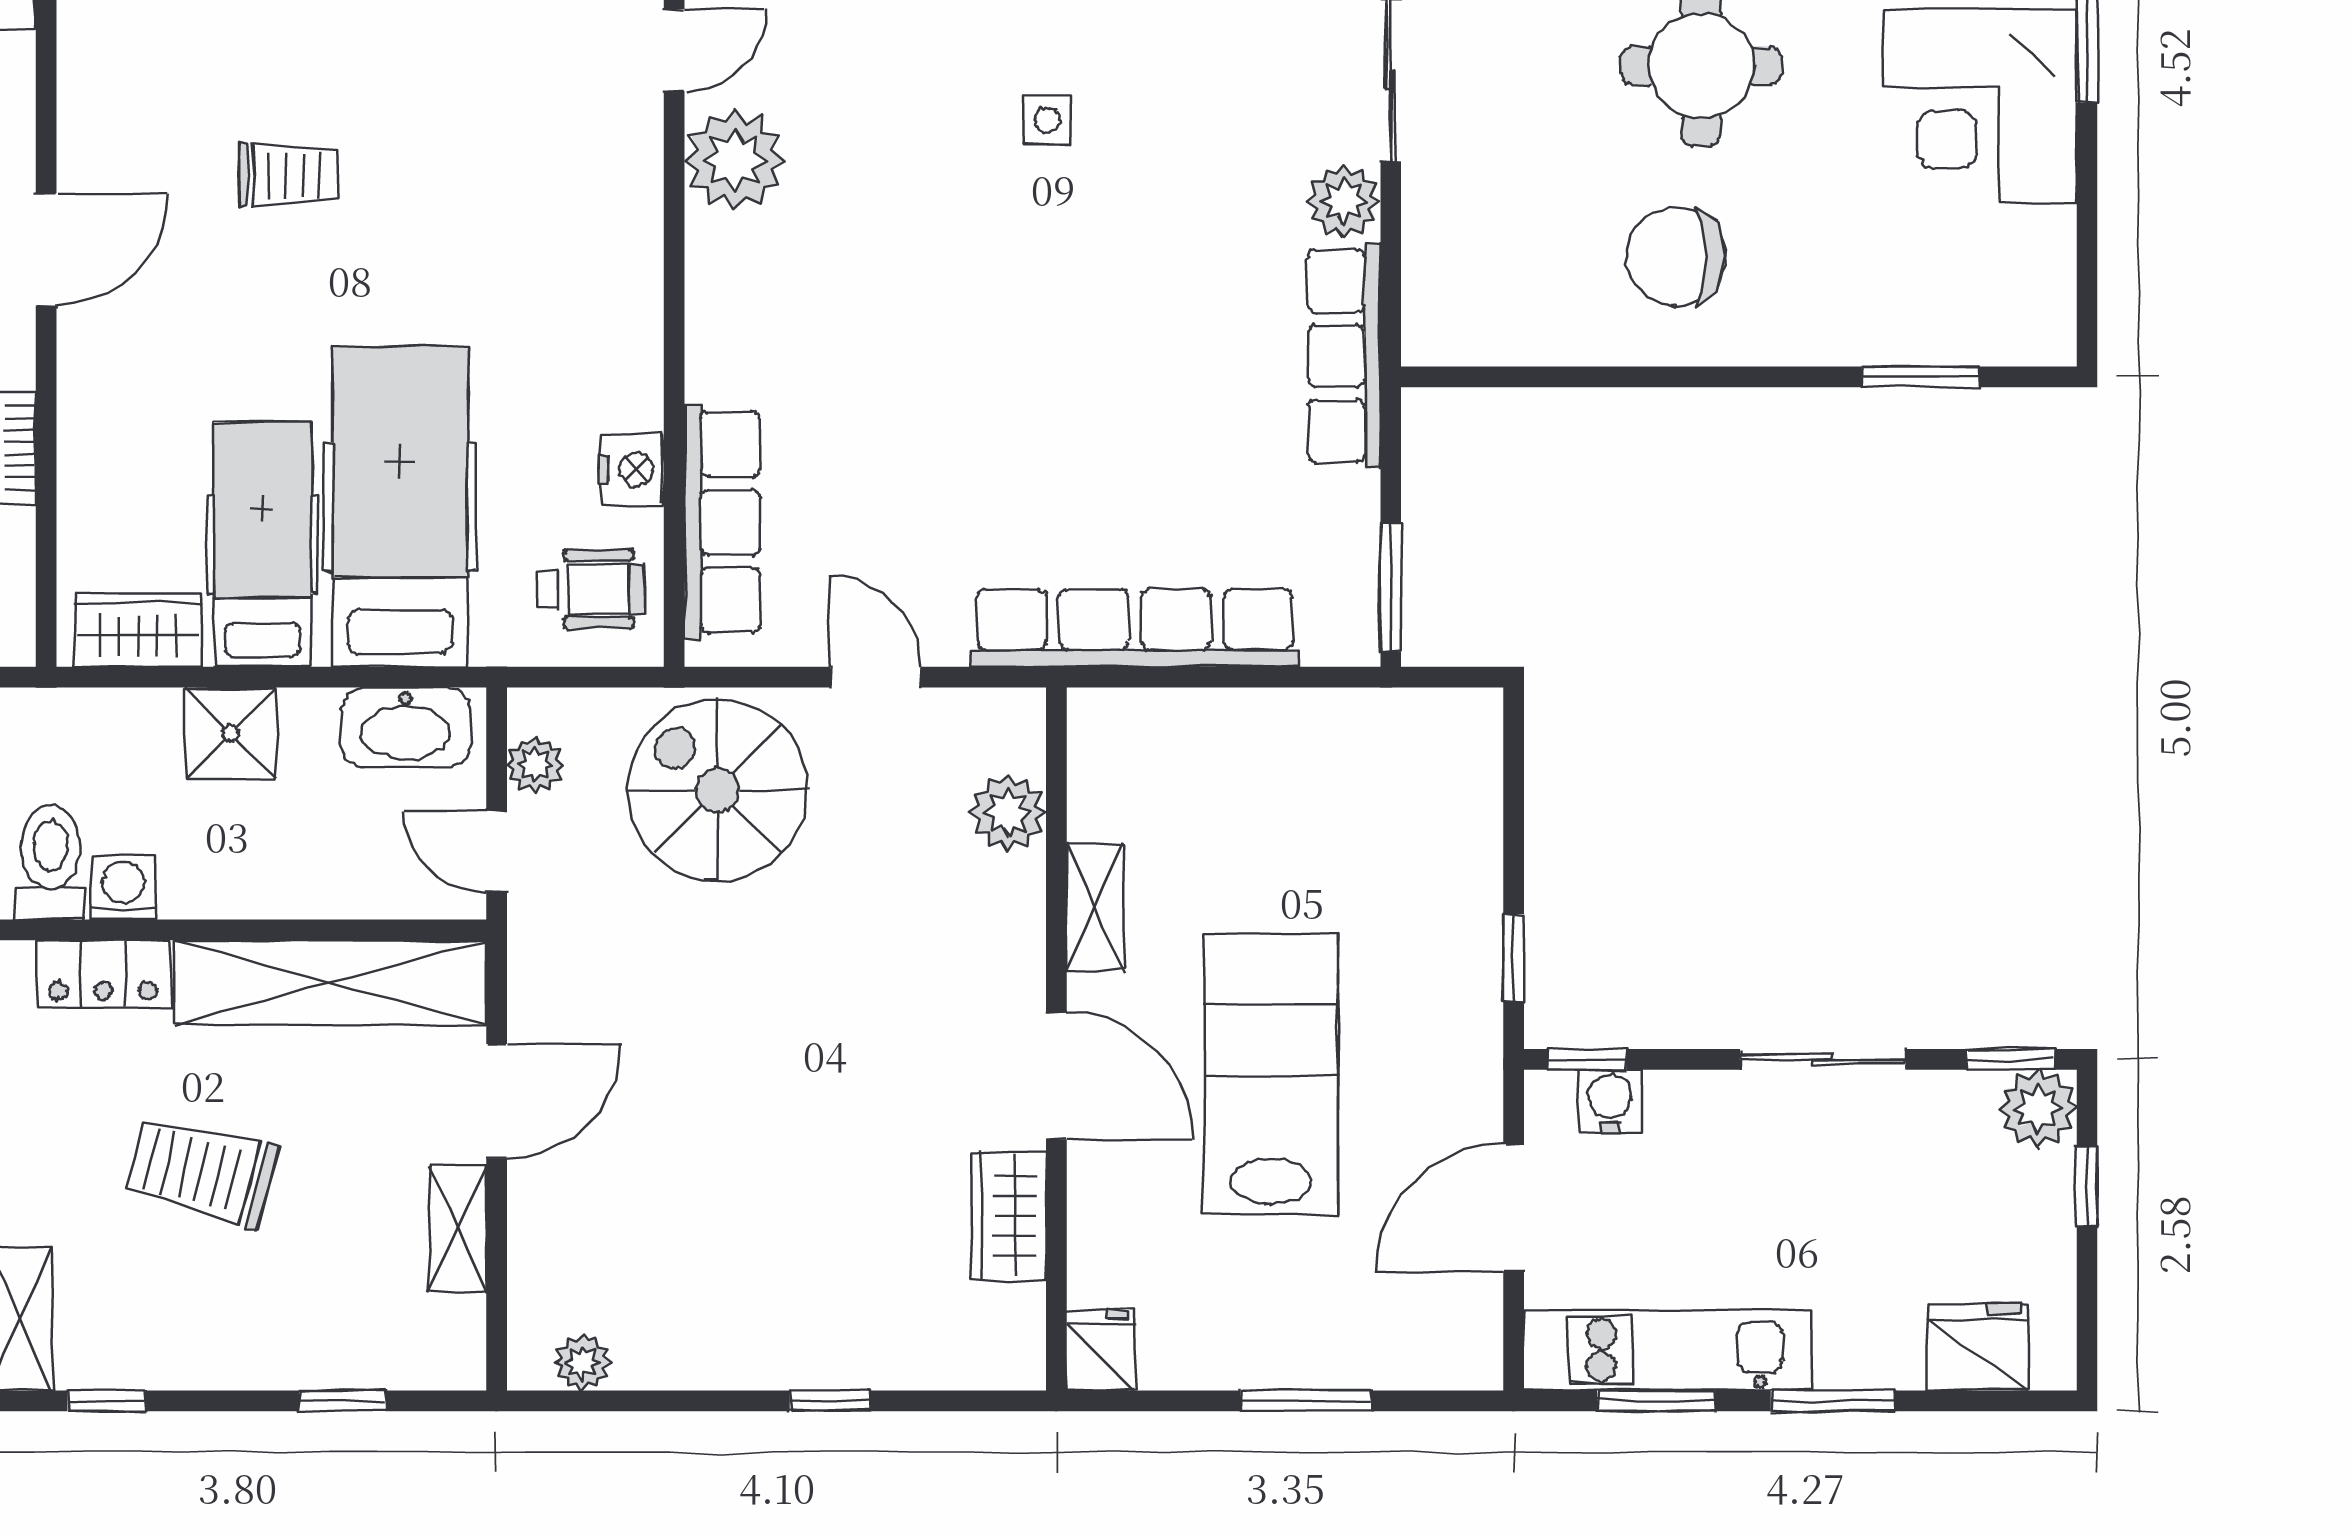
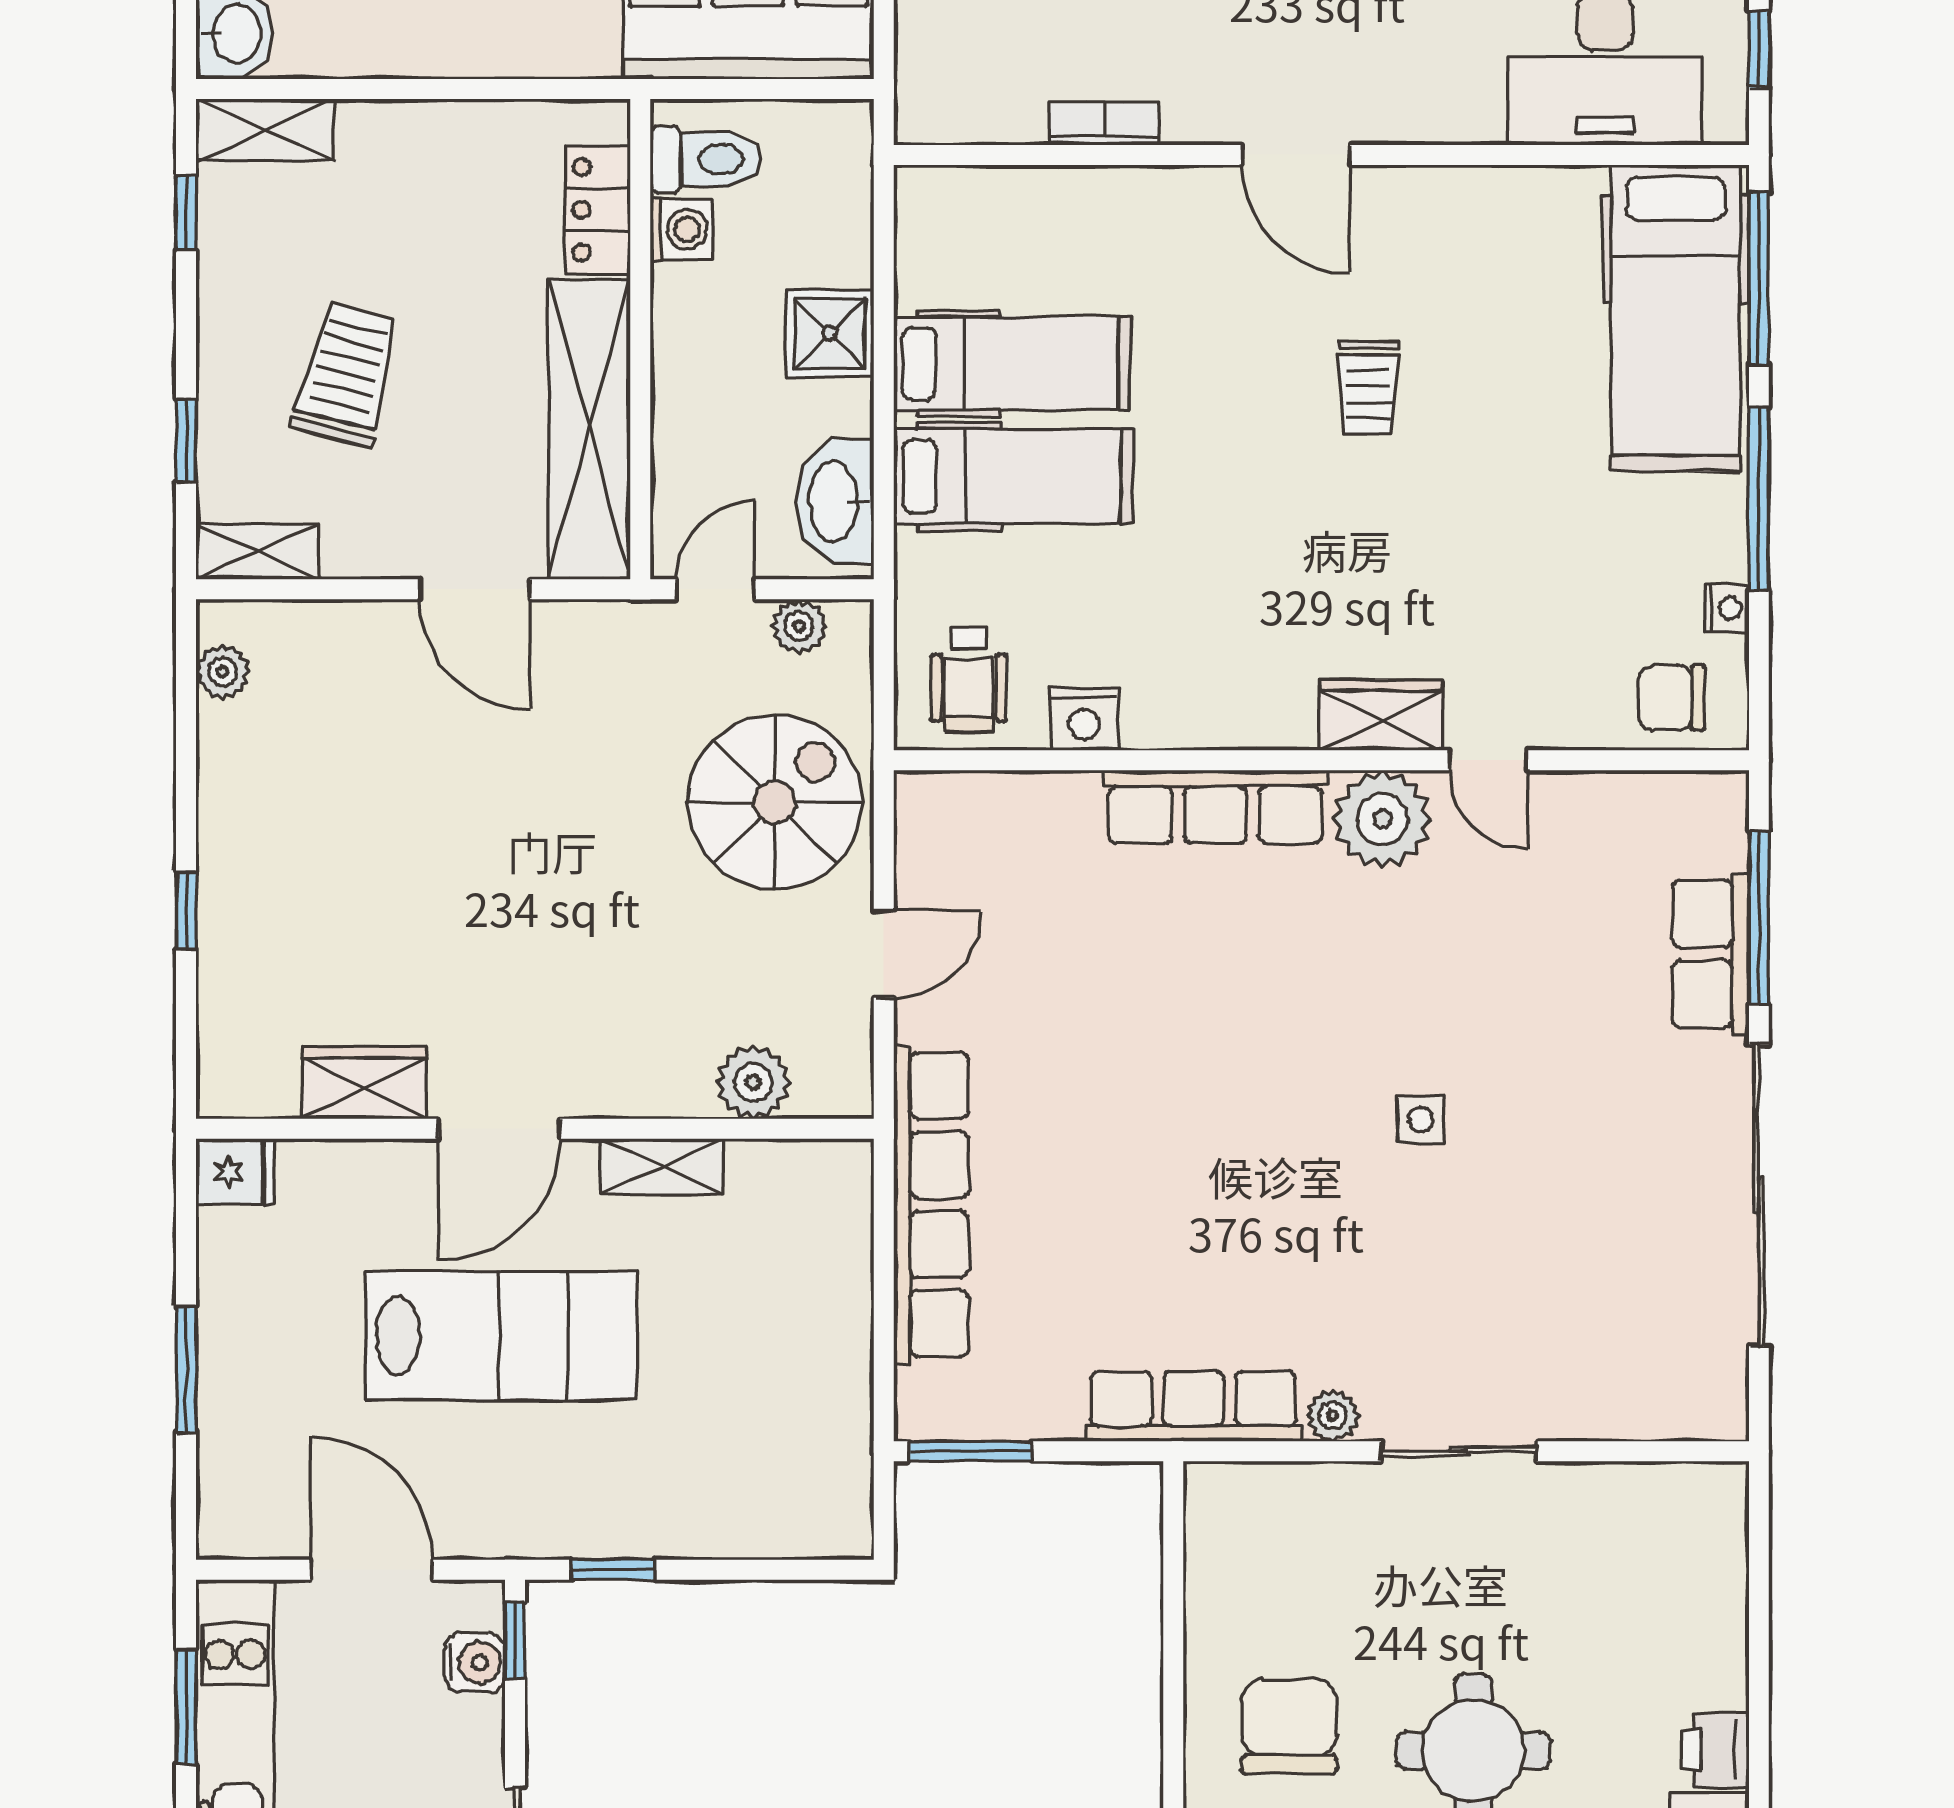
plant: (1344, 201) -> (1333, 1416), width x0.73, depth x0.73
hospital bed: (400, 507) -> (1013, 476), width x0.73, depth x0.78
row of seats: (722, 522) -> (1215, 807), moved
wardrobe: (138, 630) -> (1381, 715), moved, turned -90
trolley: (202, 1172) -> (346, 374), moved
shelving: (458, 1229) -> (257, 552), moved

